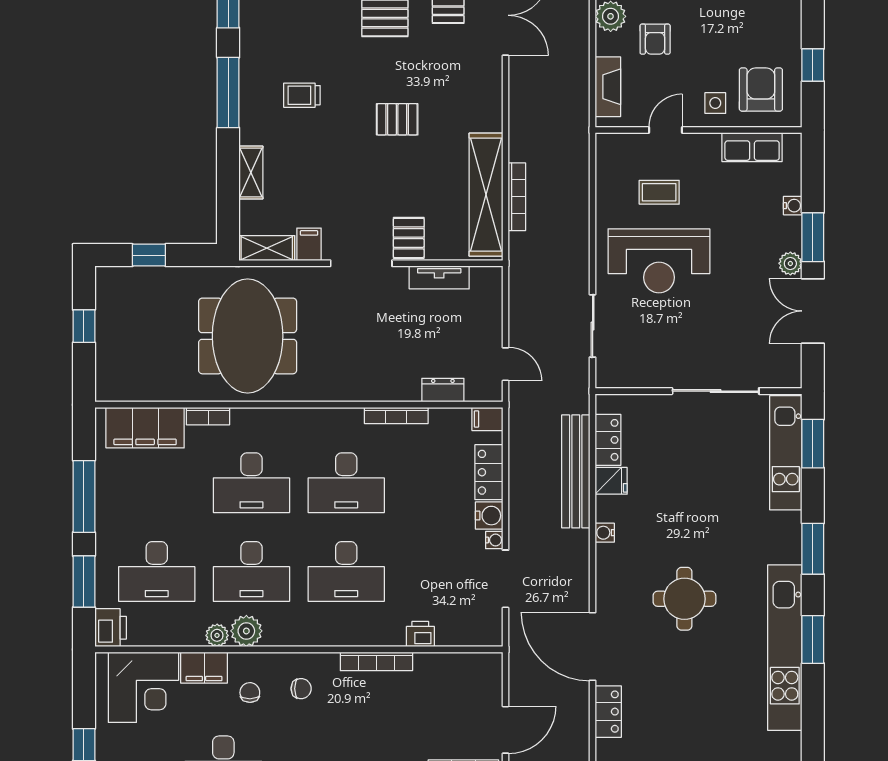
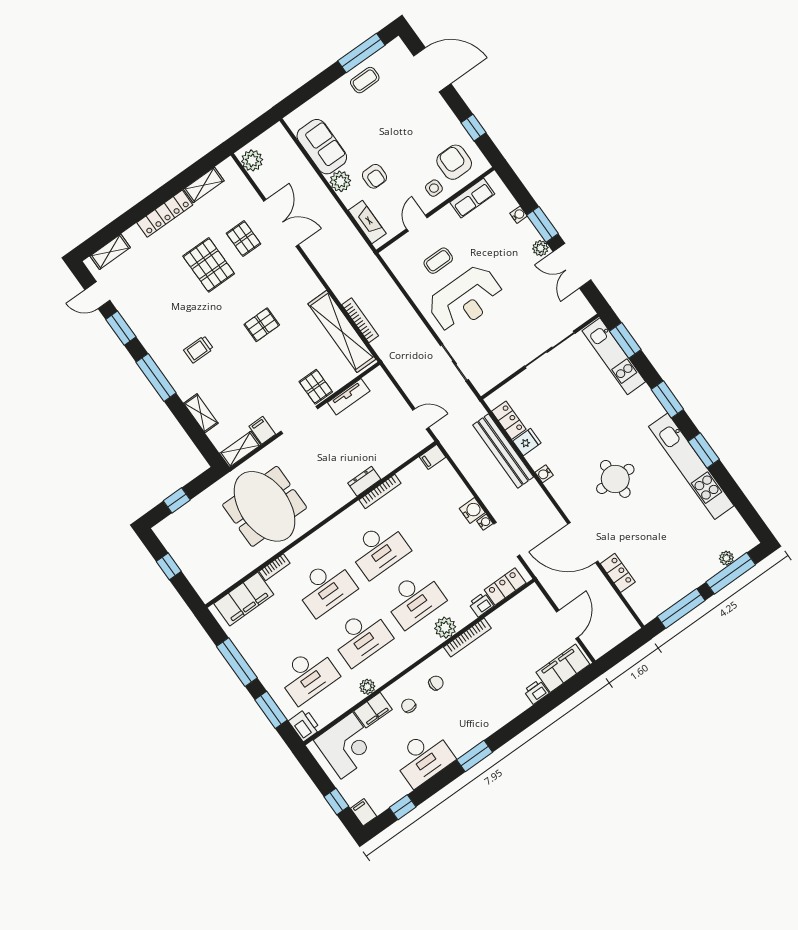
dresser: (443, 390) -> (364, 481), moved
locker: (489, 472) -> (505, 586), moved, turned 90
plant: (246, 631) -> (445, 628), moved

